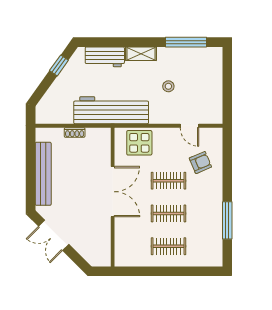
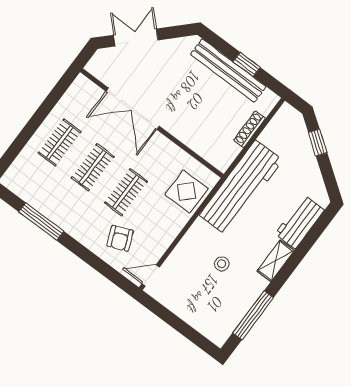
window: (59, 65) -> (318, 143), moved
door: (190, 126) -> (151, 275), moved
shoe rack: (75, 133) -> (250, 129), width x1.43
window: (31, 165) -> (247, 64), added
double door: (113, 192) -> (133, 109), moved
double door: (54, 235) -> (136, 38), moved

